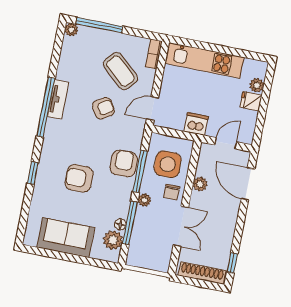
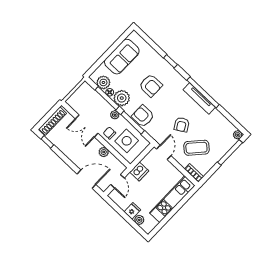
tv unit: (58, 99) -> (199, 99), width x1.41
armchair: (124, 164) -> (143, 116), turned 180
armchair: (79, 178) -> (151, 86), turned 90
plant: (118, 205) -> (122, 98), added

